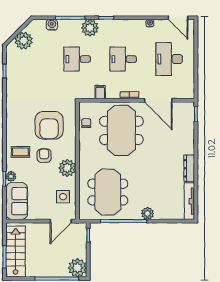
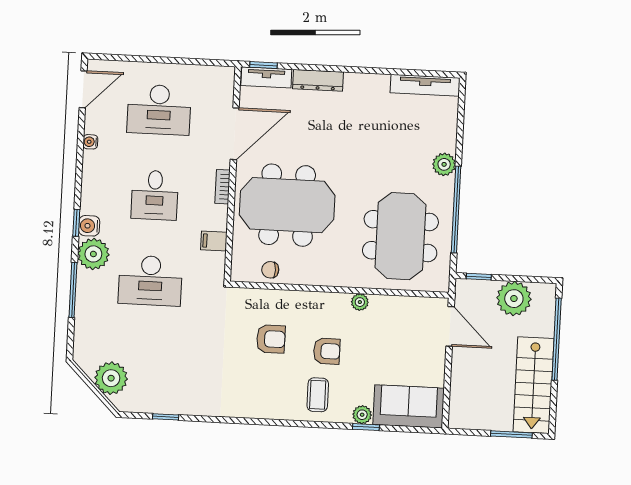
water cooler: (52, 25) -> (89, 226), moved
desk: (77, 59) -> (150, 281), width x1.37
tv unit: (189, 116) -> (266, 77), added
armchair: (49, 125) -> (271, 339), width x0.53, depth x0.53
armchair: (44, 156) -> (327, 351), turned 180
plant: (67, 168) -> (360, 302), width x0.53, depth x0.53
dresser: (189, 168) -> (318, 80), moved
meeting table: (108, 192) -> (400, 236), turned 90
side table: (63, 197) -> (405, 320), removed
stairs: (16, 252) -> (534, 385), moved, turned -90
plant: (77, 268) -> (514, 299), moved

